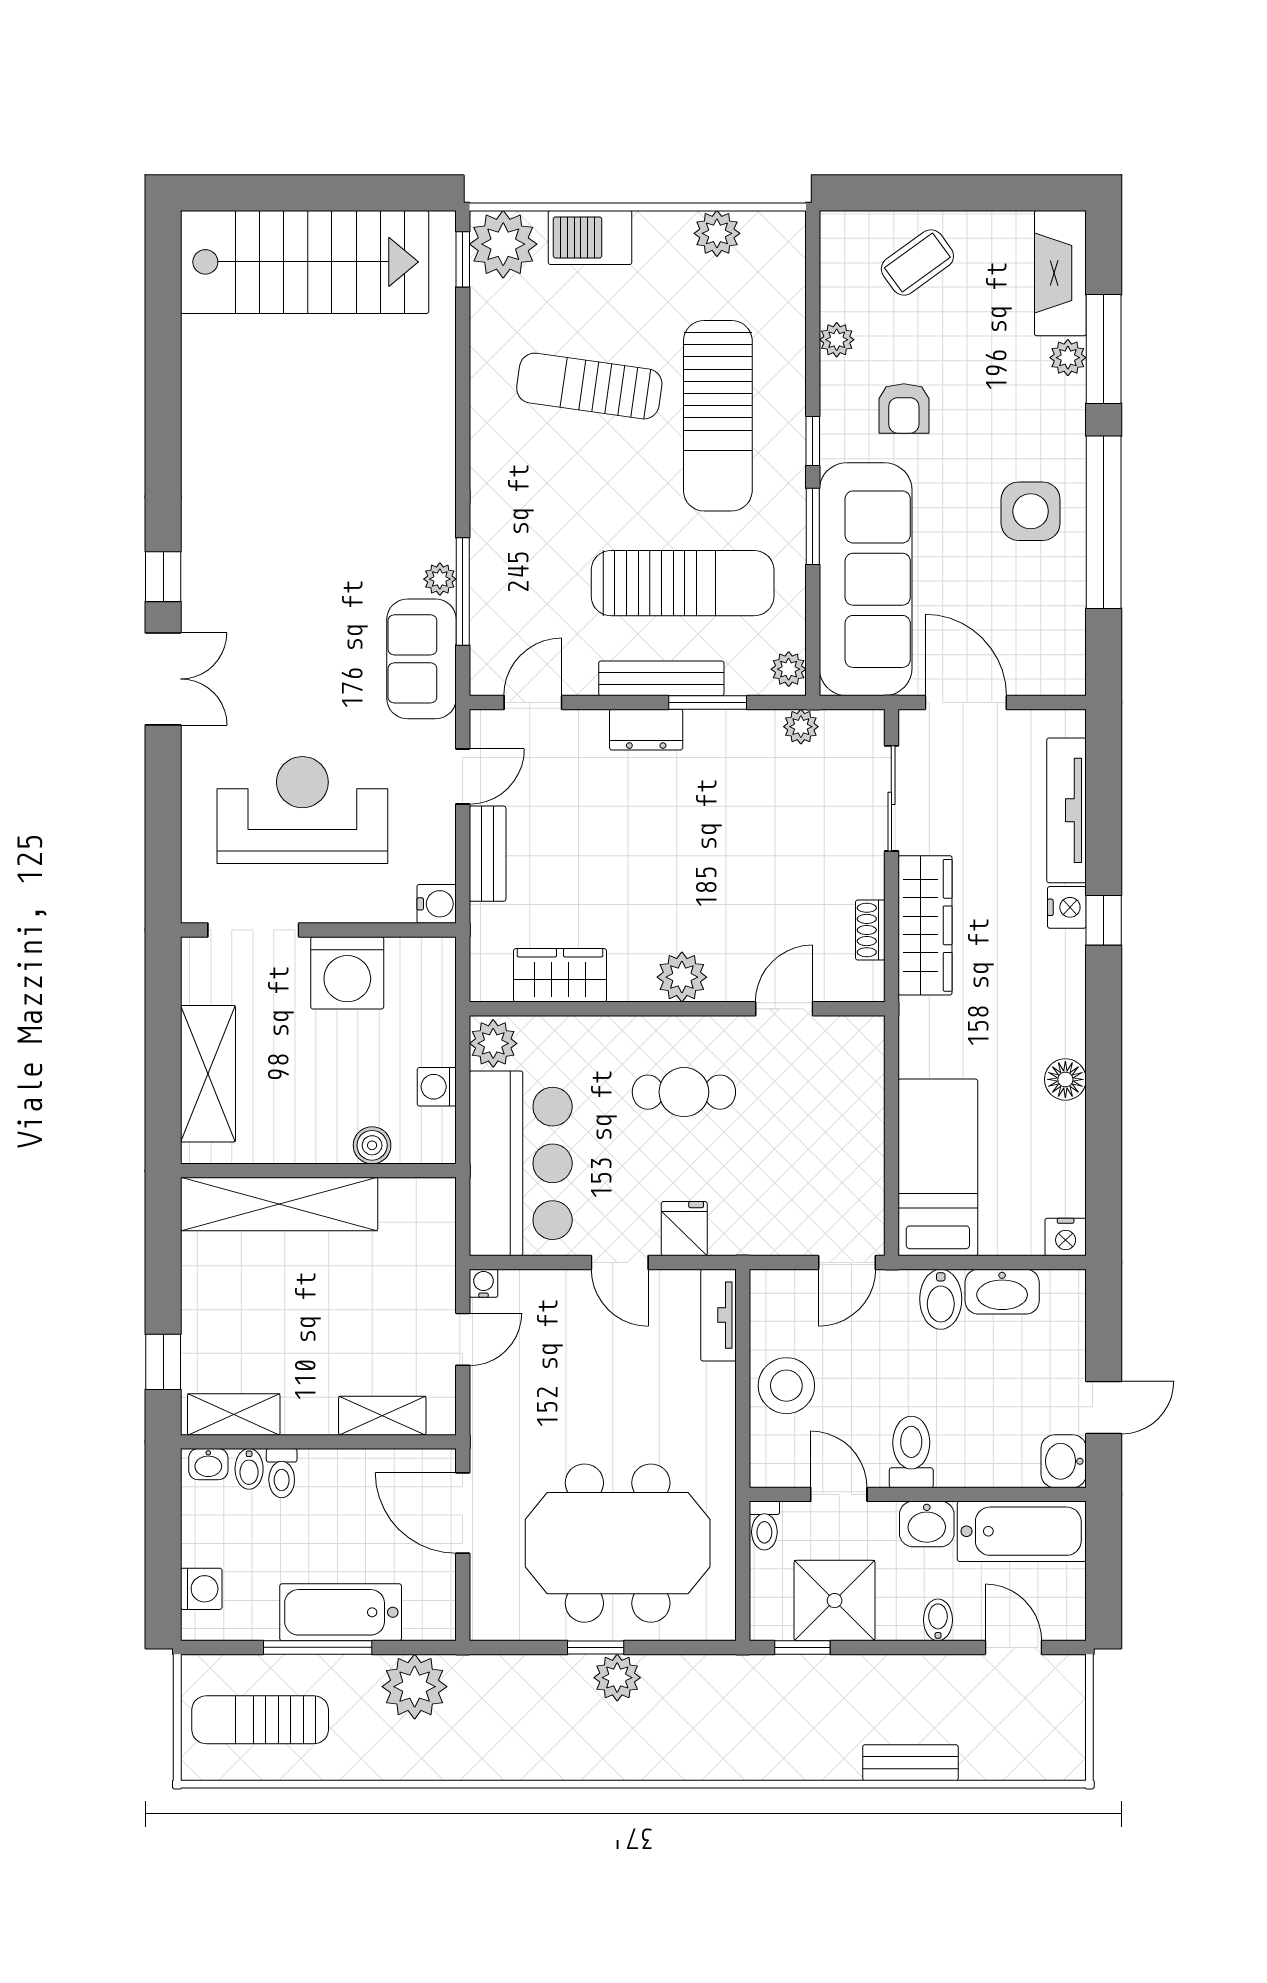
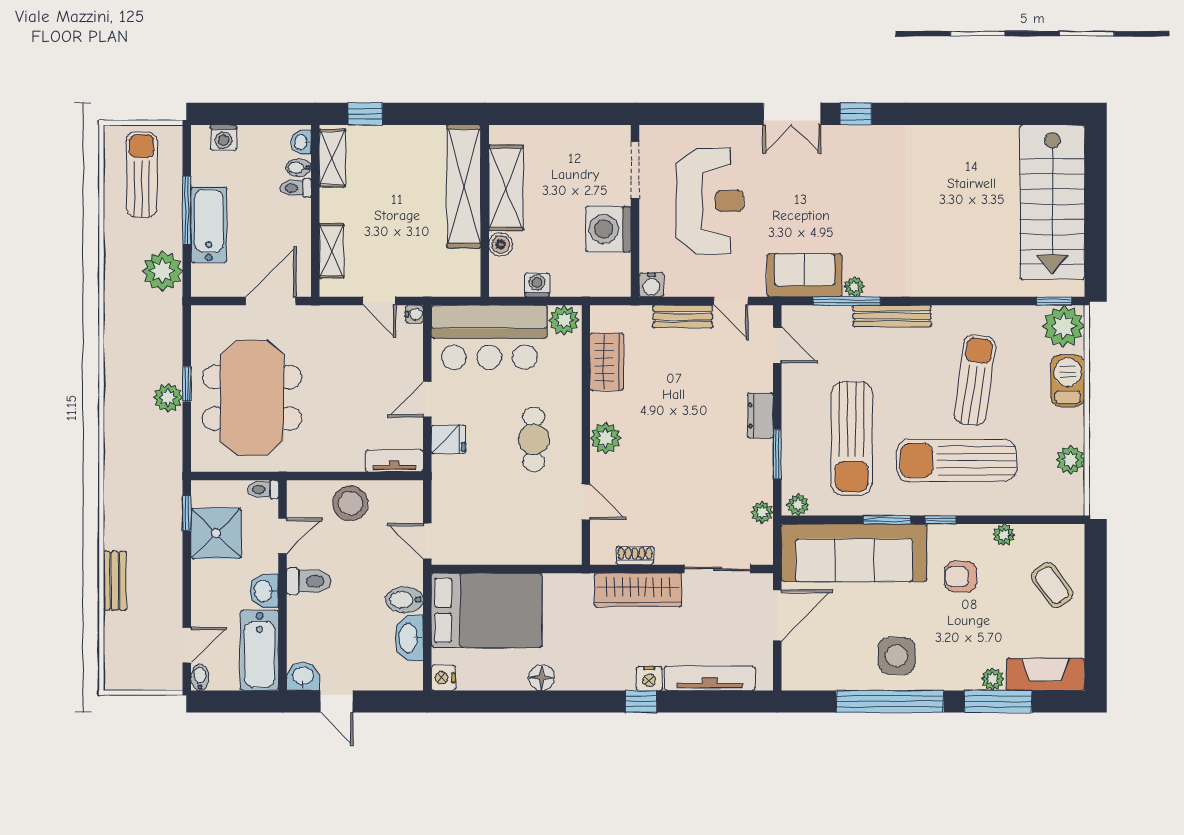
bench: (661, 678) -> (892, 316), moved, turned 90
shelving: (208, 1074) -> (506, 188), moved, turned 90
bed: (938, 1167) -> (487, 610), width x1.50
bidet: (938, 1620) -> (200, 677), moved, turned -90

